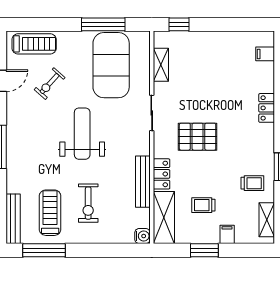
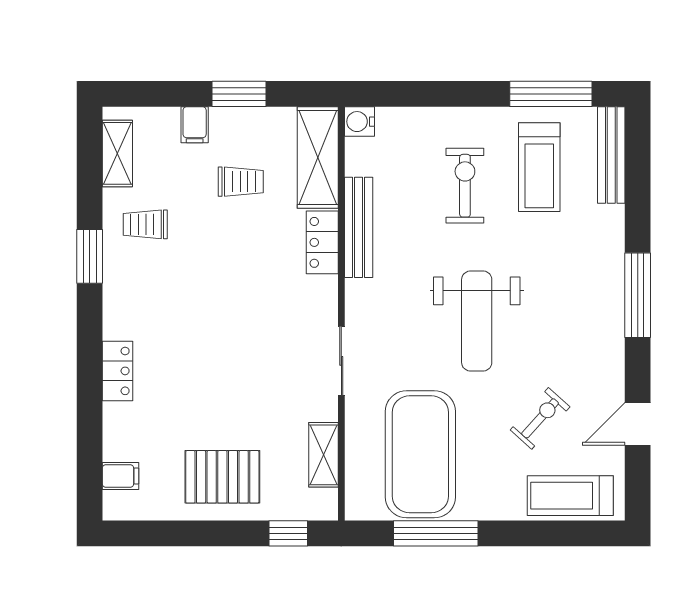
pallet: (198, 137) -> (222, 477), moved

